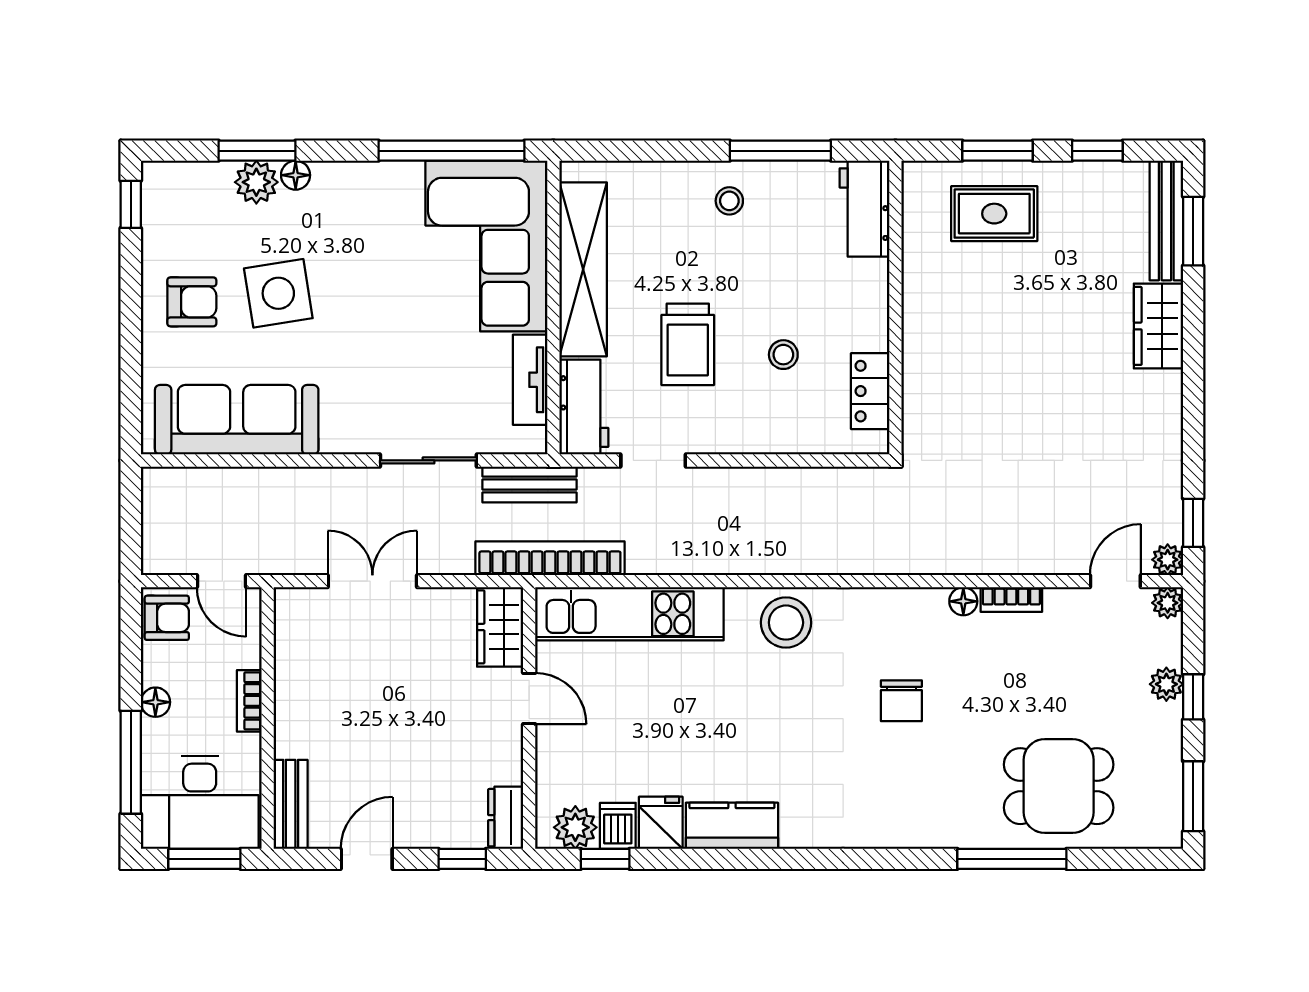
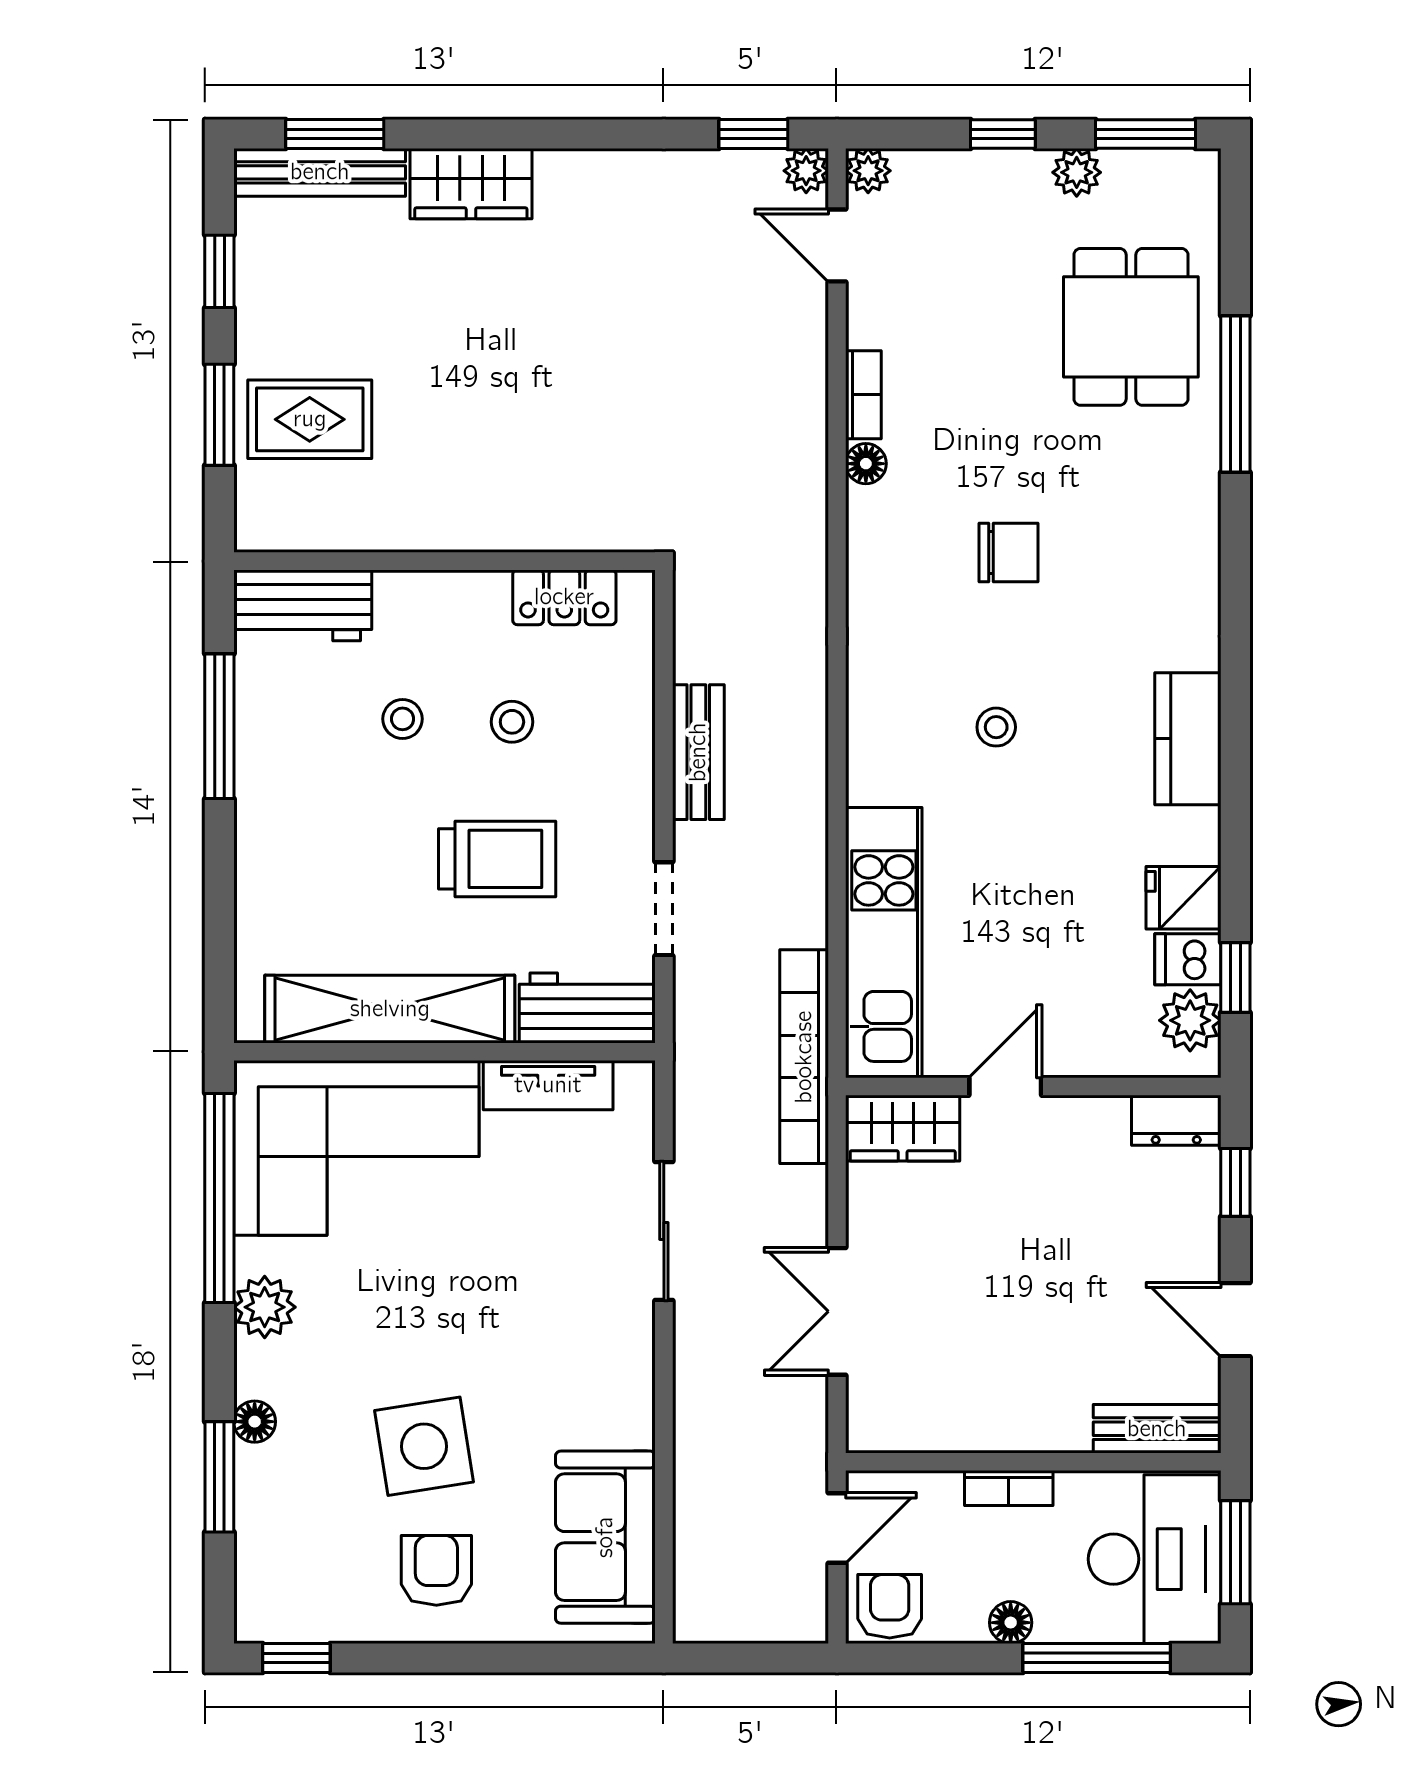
plant: (256, 182) -> (265, 1307), moved
stool: (729, 201) -> (403, 719), moved
rug: (994, 214) -> (310, 419), turned 90
sofa: (237, 420) -> (605, 1537), width x0.73
bench: (529, 484) -> (698, 752), moved
stool: (786, 623) -> (996, 727), moved, width x0.53, depth x0.53
plant: (1166, 684) -> (1077, 172), moved
kitchen counter: (732, 826) -> (1188, 739), moved

